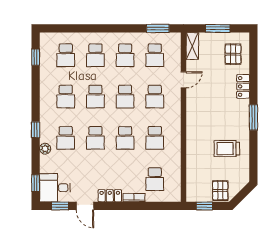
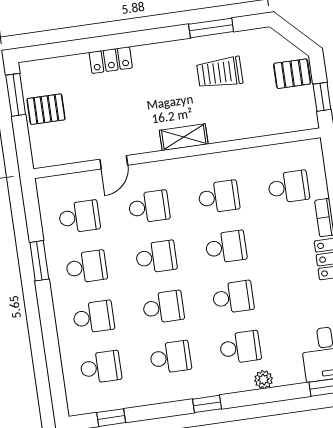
window: (158, 28) -> (39, 261), moved
window: (218, 28) -> (16, 95), moved
shelving: (192, 46) -> (184, 137), moved
pallet: (233, 54) -> (46, 109), moved
door: (184, 80) -> (114, 162), swing flipped
window: (253, 117) -> (211, 28), moved
window: (36, 130) -> (207, 404), moved
trolley: (227, 149) -> (220, 73), turned 90

